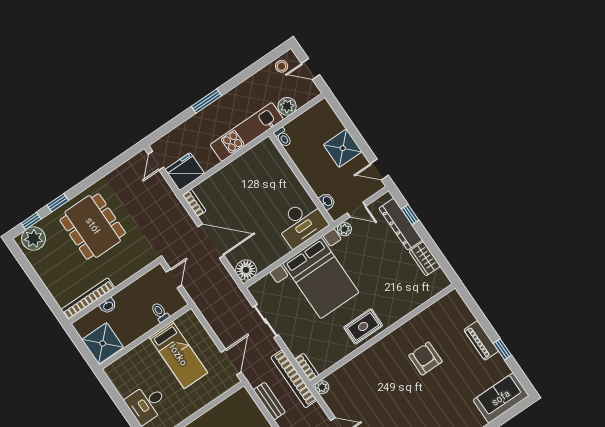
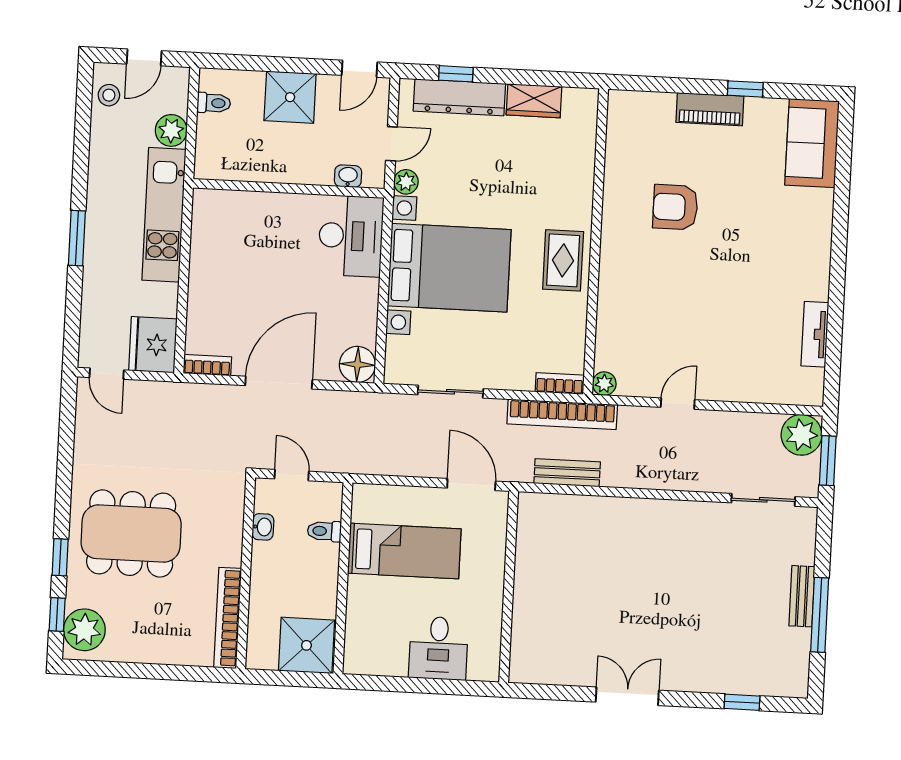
toilet: (283, 137) -> (214, 103), moved
washbasin: (108, 306) -> (263, 527), moved

